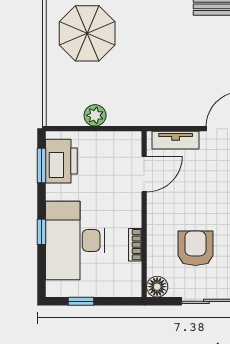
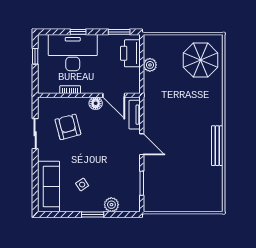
printer: (61, 161) -> (130, 53), moved, turned 90
armchair: (195, 248) -> (68, 127), turned -105
floor lamp: (157, 287) -> (96, 103), moved

